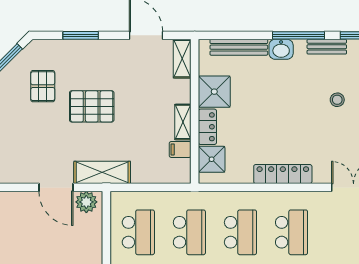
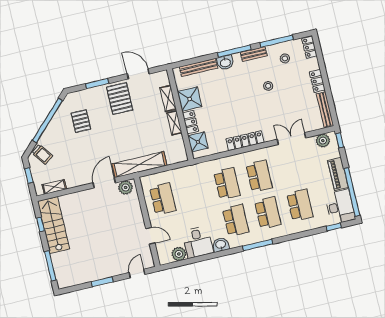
shelving: (182, 59) -> (168, 98), moved
pallet: (92, 106) -> (120, 99), moved, turned 90
filing cabinet: (180, 149) -> (177, 141), removed
shelving: (102, 172) -> (139, 165), width x1.47
door: (56, 187) -> (104, 183), swing flipped
school desk: (189, 232) -> (195, 191), removed

